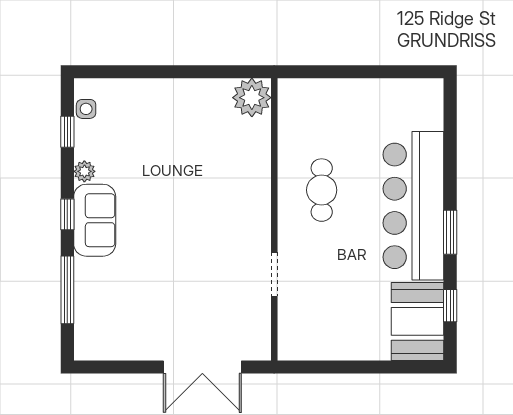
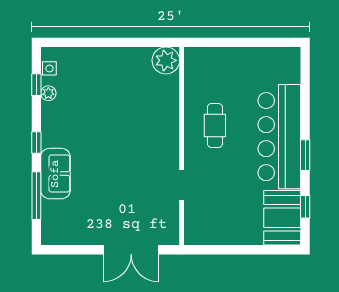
plant: (84, 171) -> (48, 93), moved
sofa: (95, 220) -> (55, 174), moved

